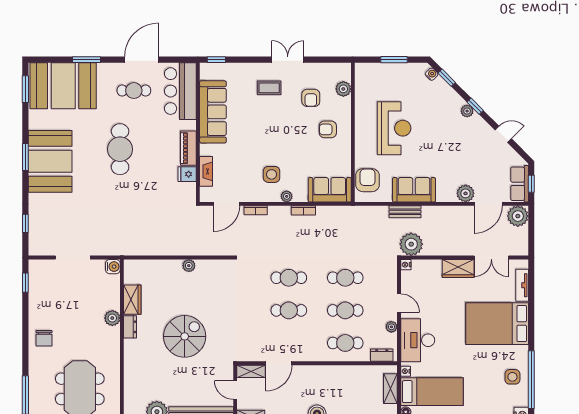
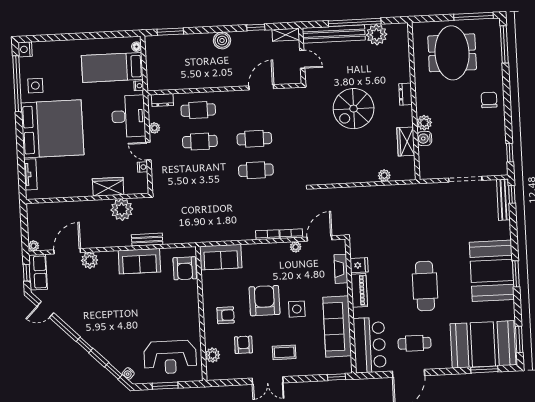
window: (86, 60) -> (484, 370), moved
plant: (467, 111) -> (92, 340), removed
reception desk: (394, 128) -> (170, 357), moved, turned -90
door: (503, 134) -> (45, 309), moved
armchair: (287, 142) -> (264, 301), added
side table: (272, 174) -> (297, 309), moved
plant: (287, 196) -> (296, 247), moved
bookcase: (303, 210) -> (267, 235), moved
plant: (518, 216) -> (34, 246), width x0.53, depth x0.53
window: (25, 223) -> (512, 194), moved
bench: (34, 234) -> (503, 200), added
plant: (411, 244) -> (122, 209), moved
double door: (491, 258) -> (61, 200), removed
nightstand: (406, 265) -> (143, 167), moved
plant: (189, 266) -> (384, 175), moved
water cooler: (113, 267) -> (424, 138), moved
wardrobe: (458, 268) -> (108, 187), moved
cafe table: (345, 278) -> (201, 173), removed
bed: (497, 324) -> (52, 129), width x1.36
dresser: (130, 327) -> (406, 94), moved
shelving: (251, 371) -> (288, 78), removed
shelving: (390, 389) -> (152, 68), removed

